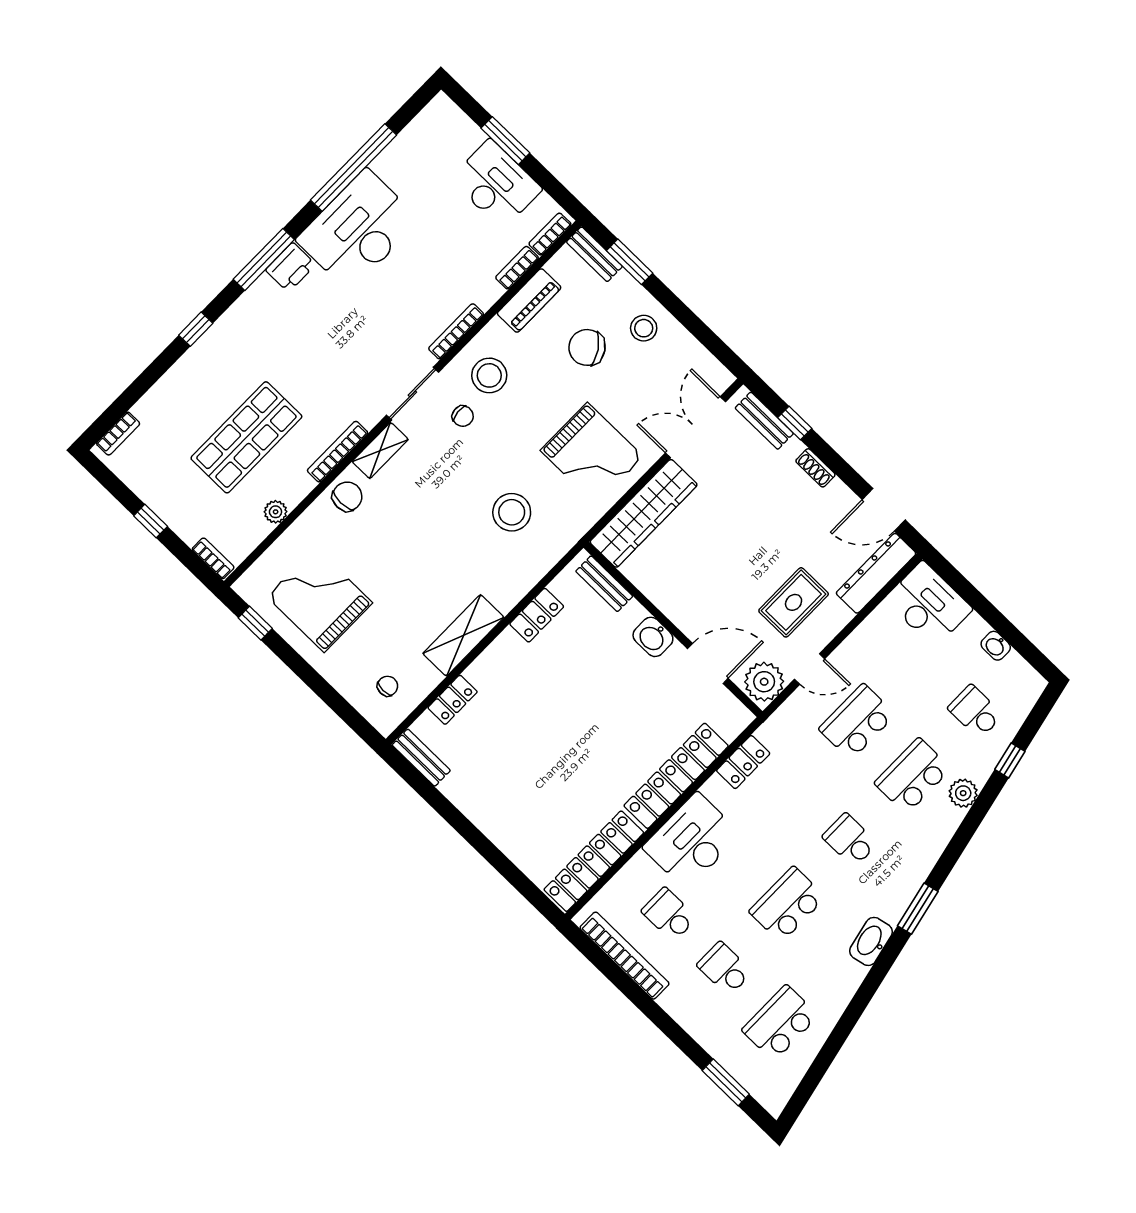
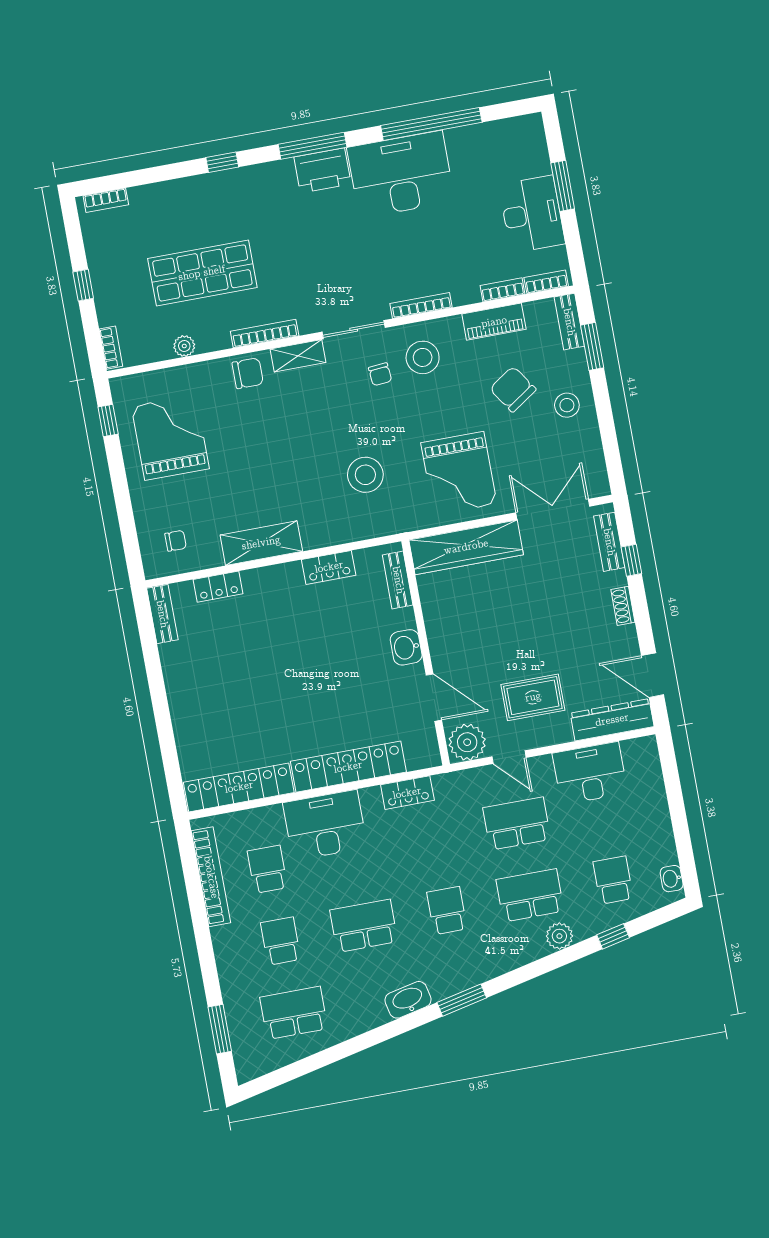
printer: (291, 267) -> (322, 171), width x1.37, depth x1.19
desk: (928, 604) -> (590, 773), moved, turned -90
washbasin: (996, 646) -> (672, 879), moved

